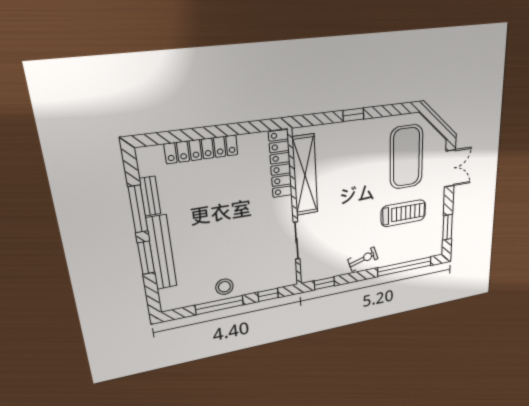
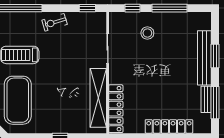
window: (138, 209) -> (215, 103), moved
stool: (224, 287) -> (147, 33), moved

